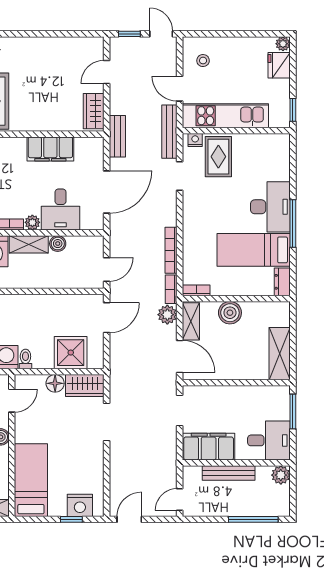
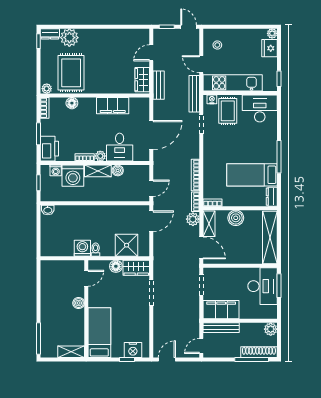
bench: (117, 136) -> (159, 85), moved
desk: (270, 207) -> (260, 108), moved, turned -90
shelving: (280, 354) -> (270, 237), width x1.47
desk: (269, 440) -> (263, 286), moved, width x1.37
bench: (229, 473) -> (221, 328), moved
shoe rack: (264, 509) -> (259, 352), added

